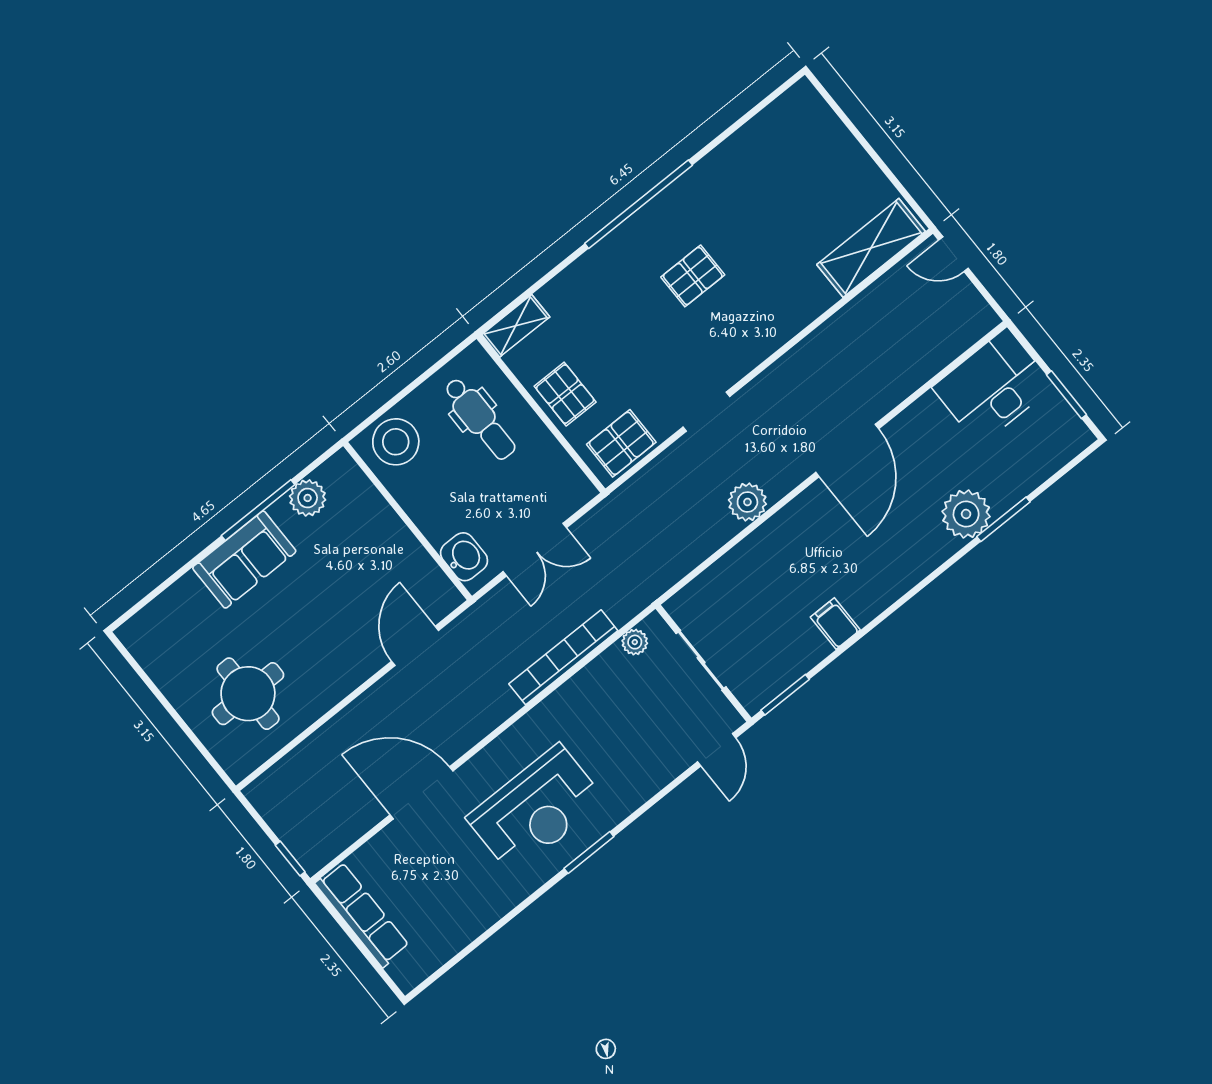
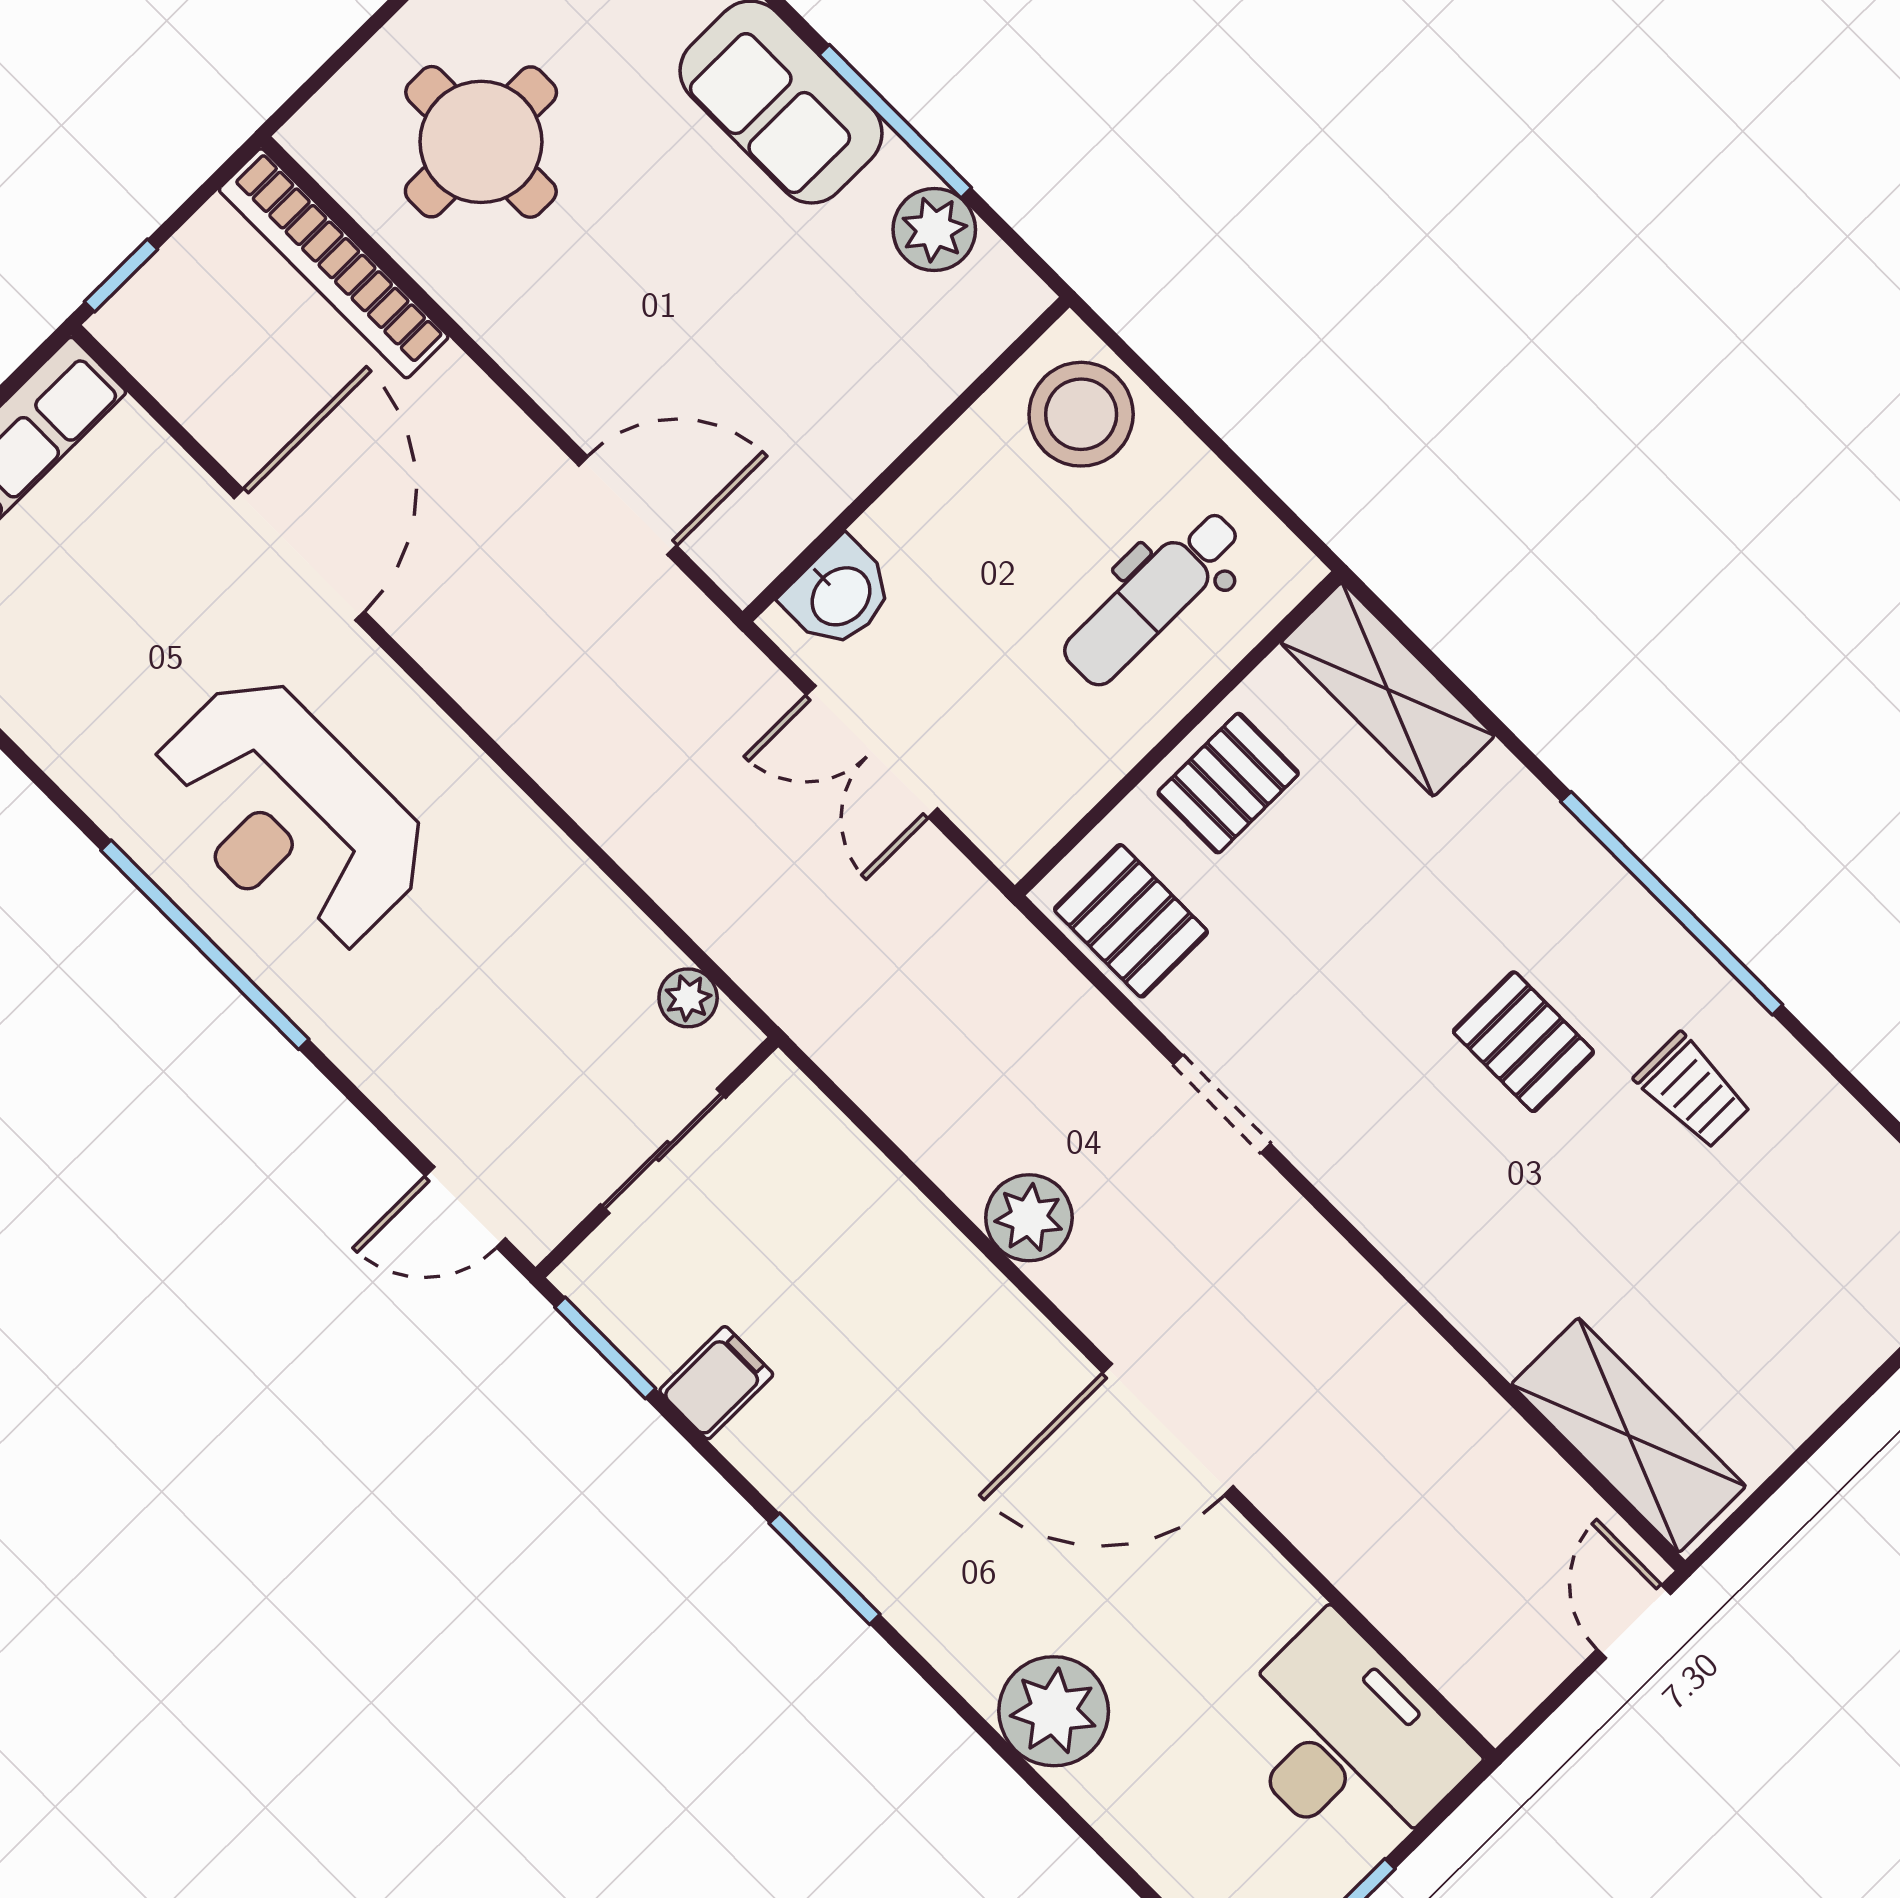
trolley: (722, 204) -> (1693, 1091), added
shelving: (516, 326) -> (1388, 689), width x1.50, depth x1.33
window: (1003, 519) -> (825, 1569), moved
filing cabinet: (835, 624) -> (716, 1383), moved
bookcase: (563, 657) -> (334, 263), moved, turned 180
window: (589, 853) -> (205, 945), width x2.11

